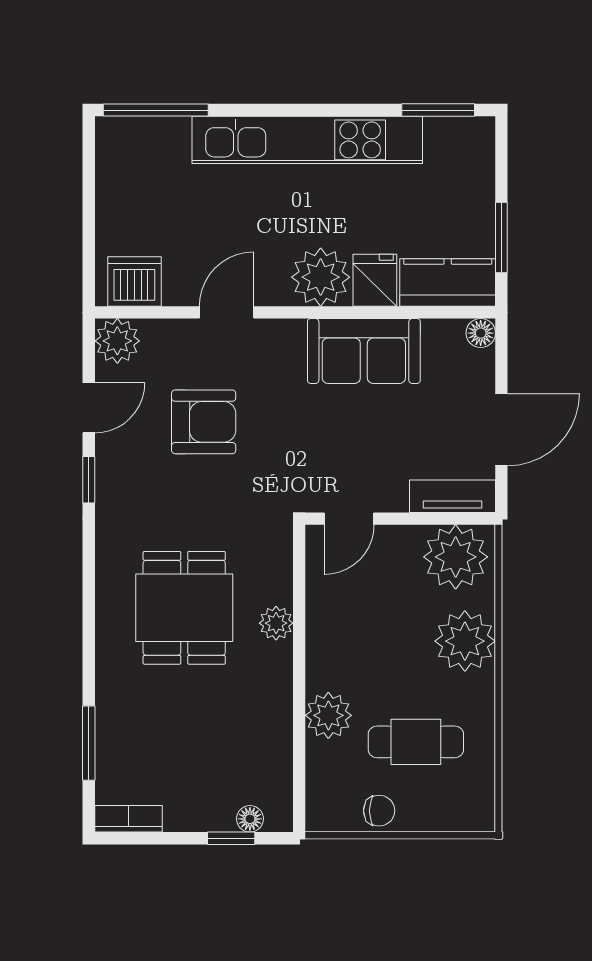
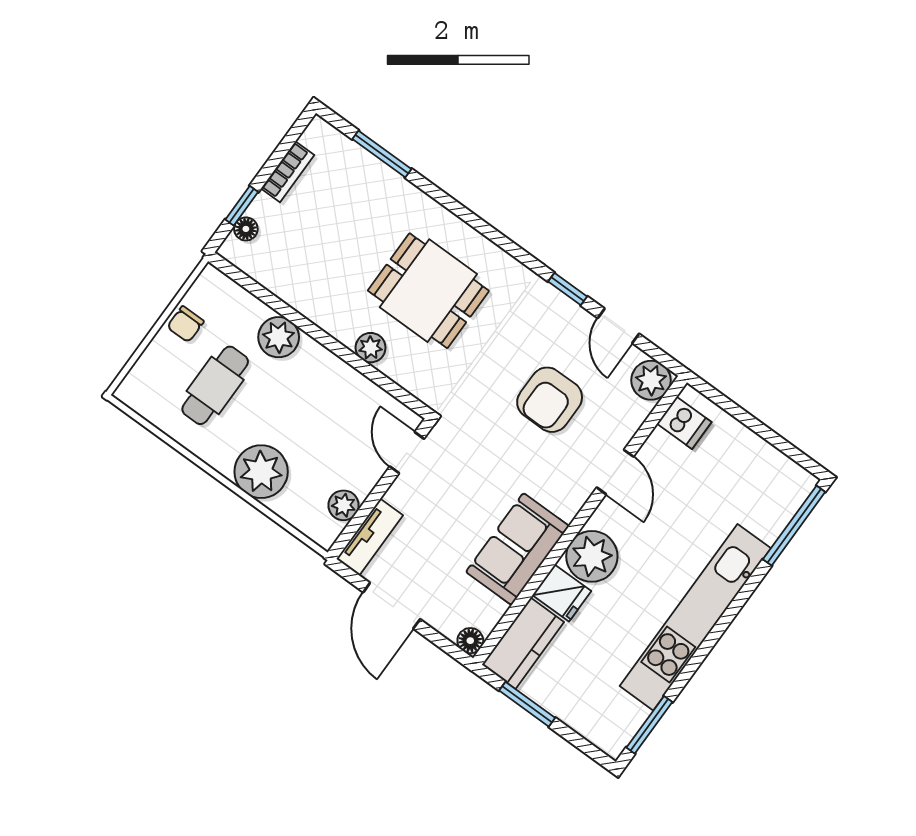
dishwasher: (134, 281) -> (684, 423), width x0.73
plant: (456, 557) -> (344, 505), width x0.53, depth x0.53
bookcase: (128, 819) -> (288, 172), moved

